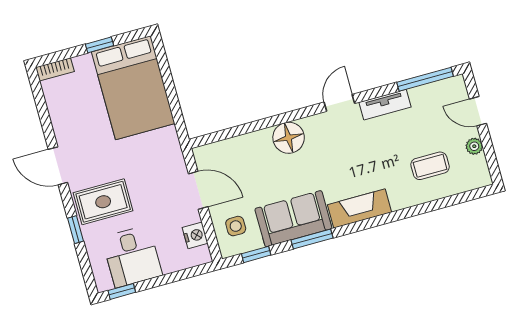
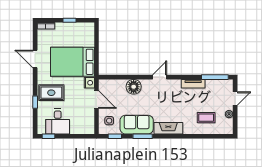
bed: (133, 88) -> (72, 62), moved, turned 90
door: (339, 103) -> (160, 77), moved
door: (478, 111) -> (235, 99), swing flipped
floor lamp: (289, 138) -> (134, 87), moved
door: (58, 166) -> (35, 59), moved
nightstand: (195, 235) -> (89, 83), moved

